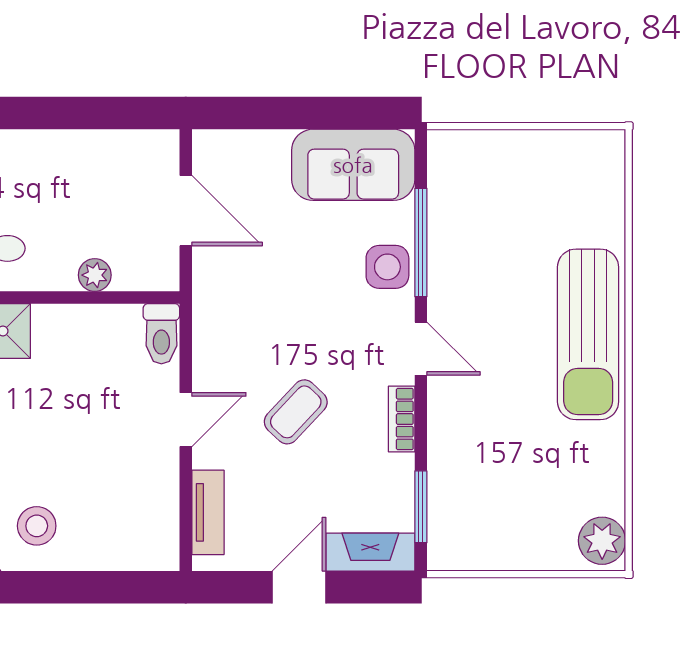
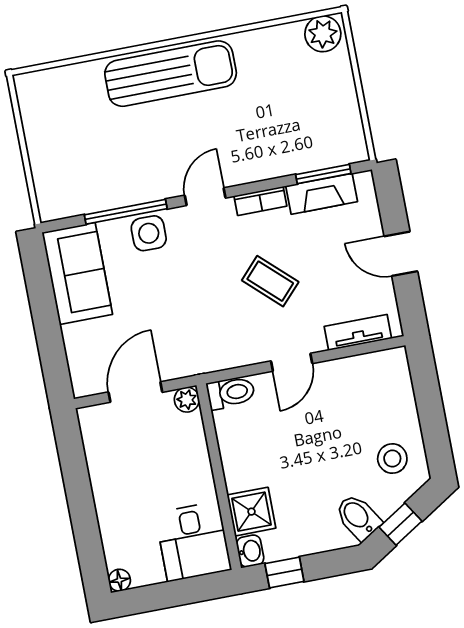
plant: (95, 275) -> (187, 400), moved
door: (186, 420) -> (292, 362), swing flipped
fireplace: (370, 552) -> (322, 194), moved, turned -90

